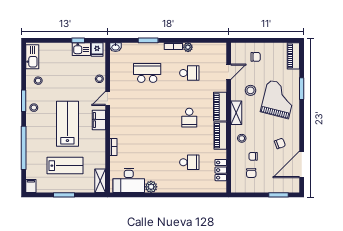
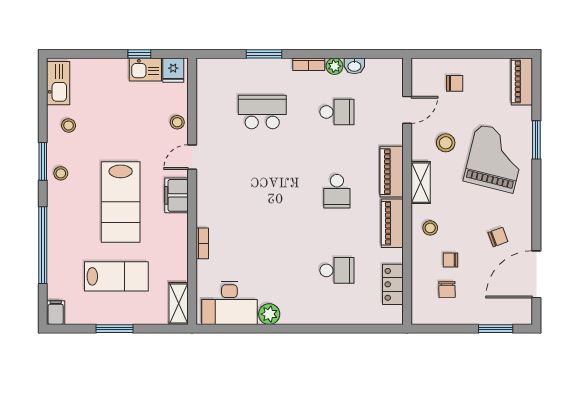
washbasin: (116, 47) -> (354, 66), moved
lab bench: (67, 124) -> (121, 202), turned 180

